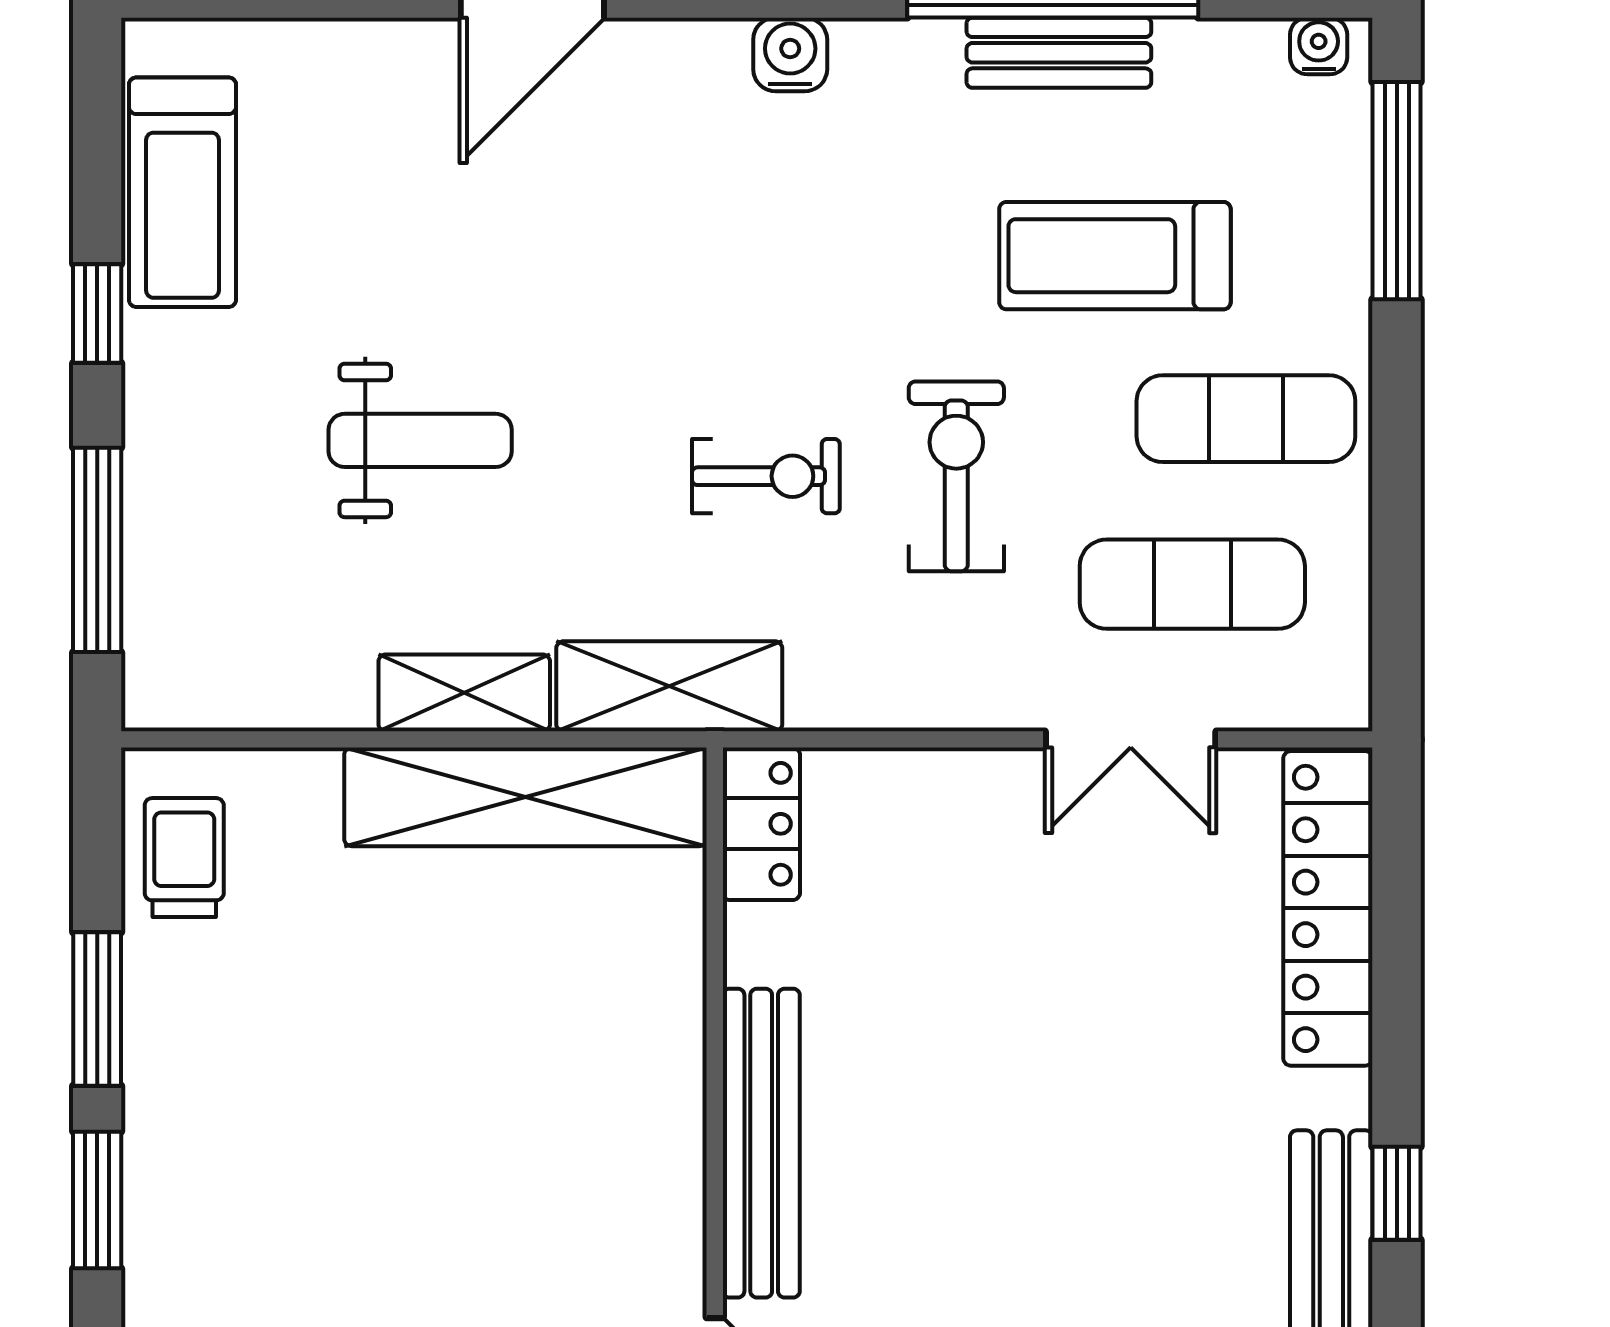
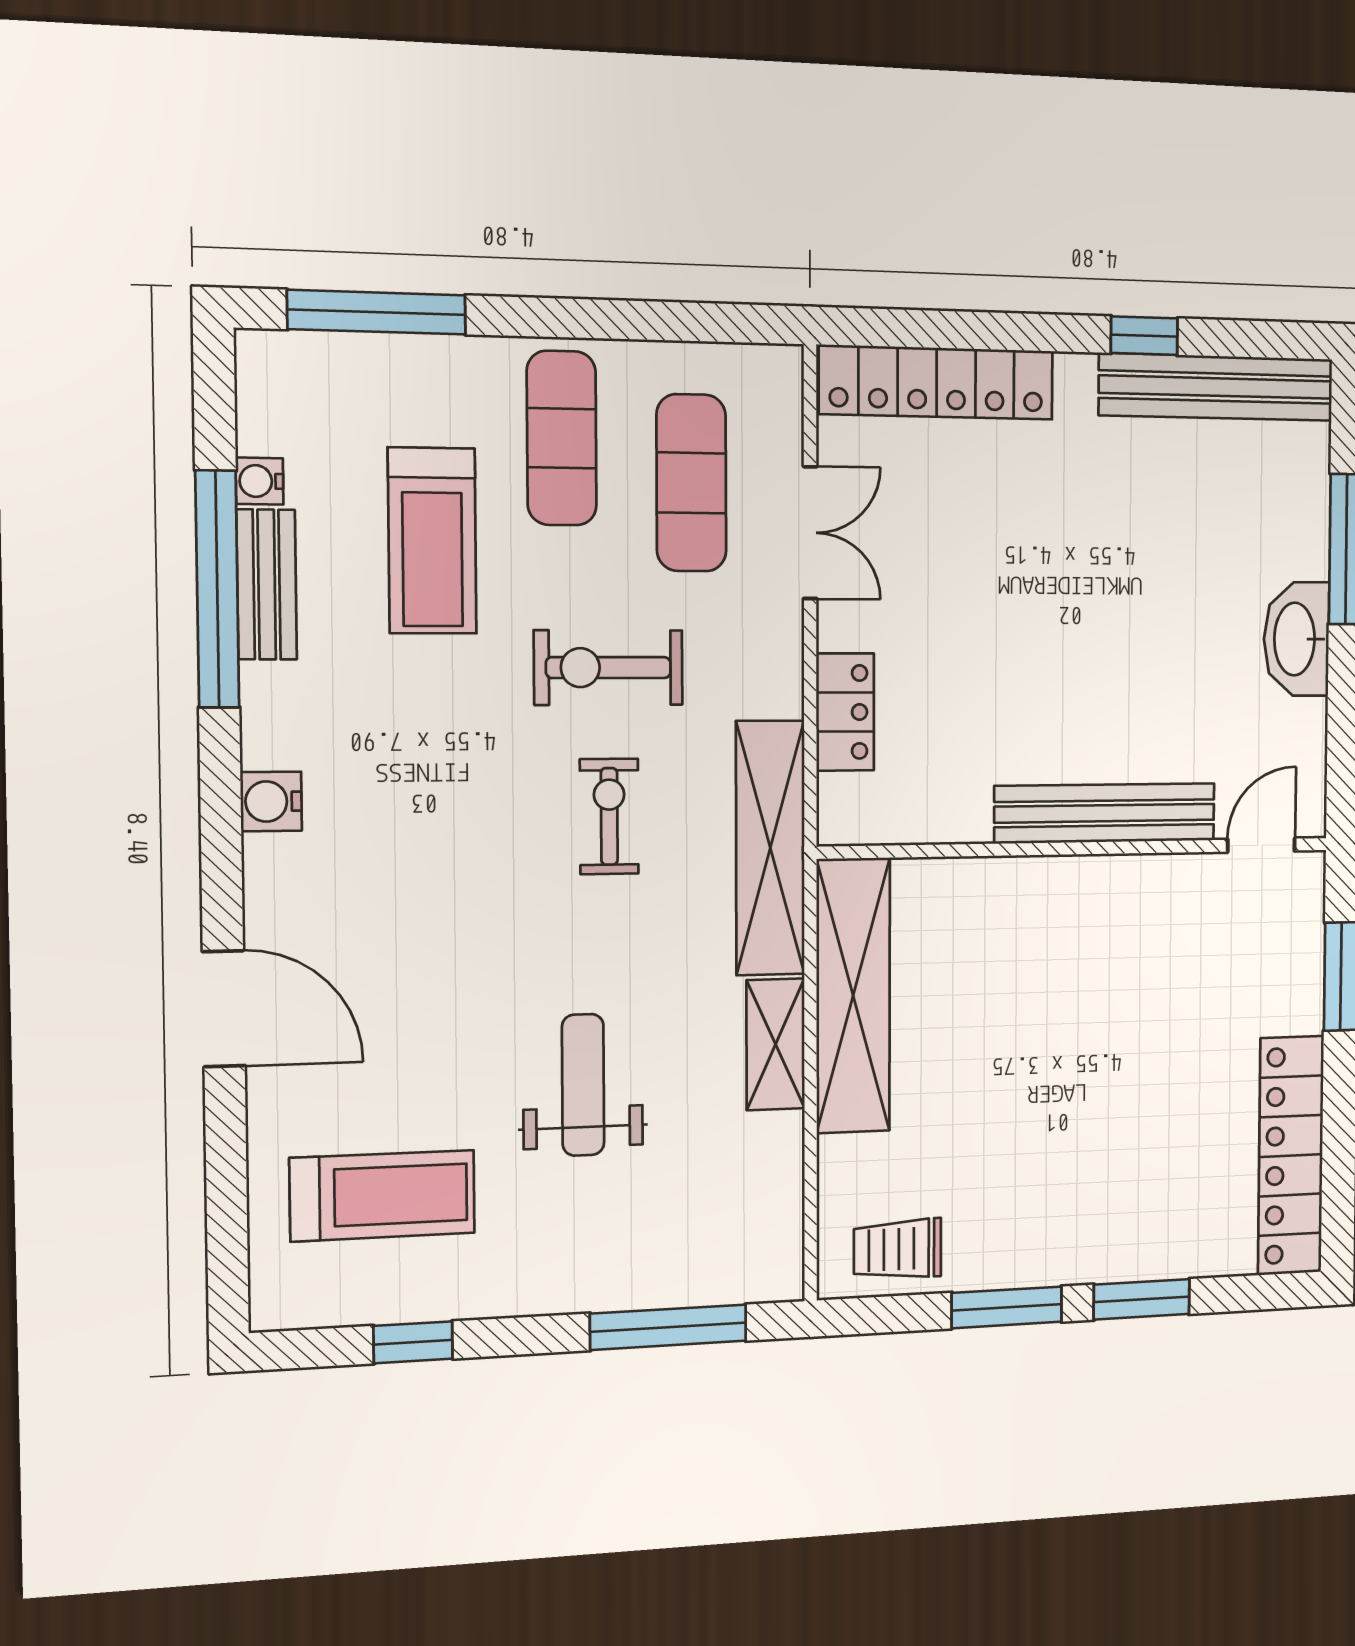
water cooler: (1319, 46) -> (260, 481), moved
treadmill: (182, 192) -> (383, 1196), moved
window: (97, 313) -> (413, 1342), moved
shelving: (669, 686) -> (770, 848), width x1.47
locker: (761, 824) -> (845, 712), moved, turned 90

